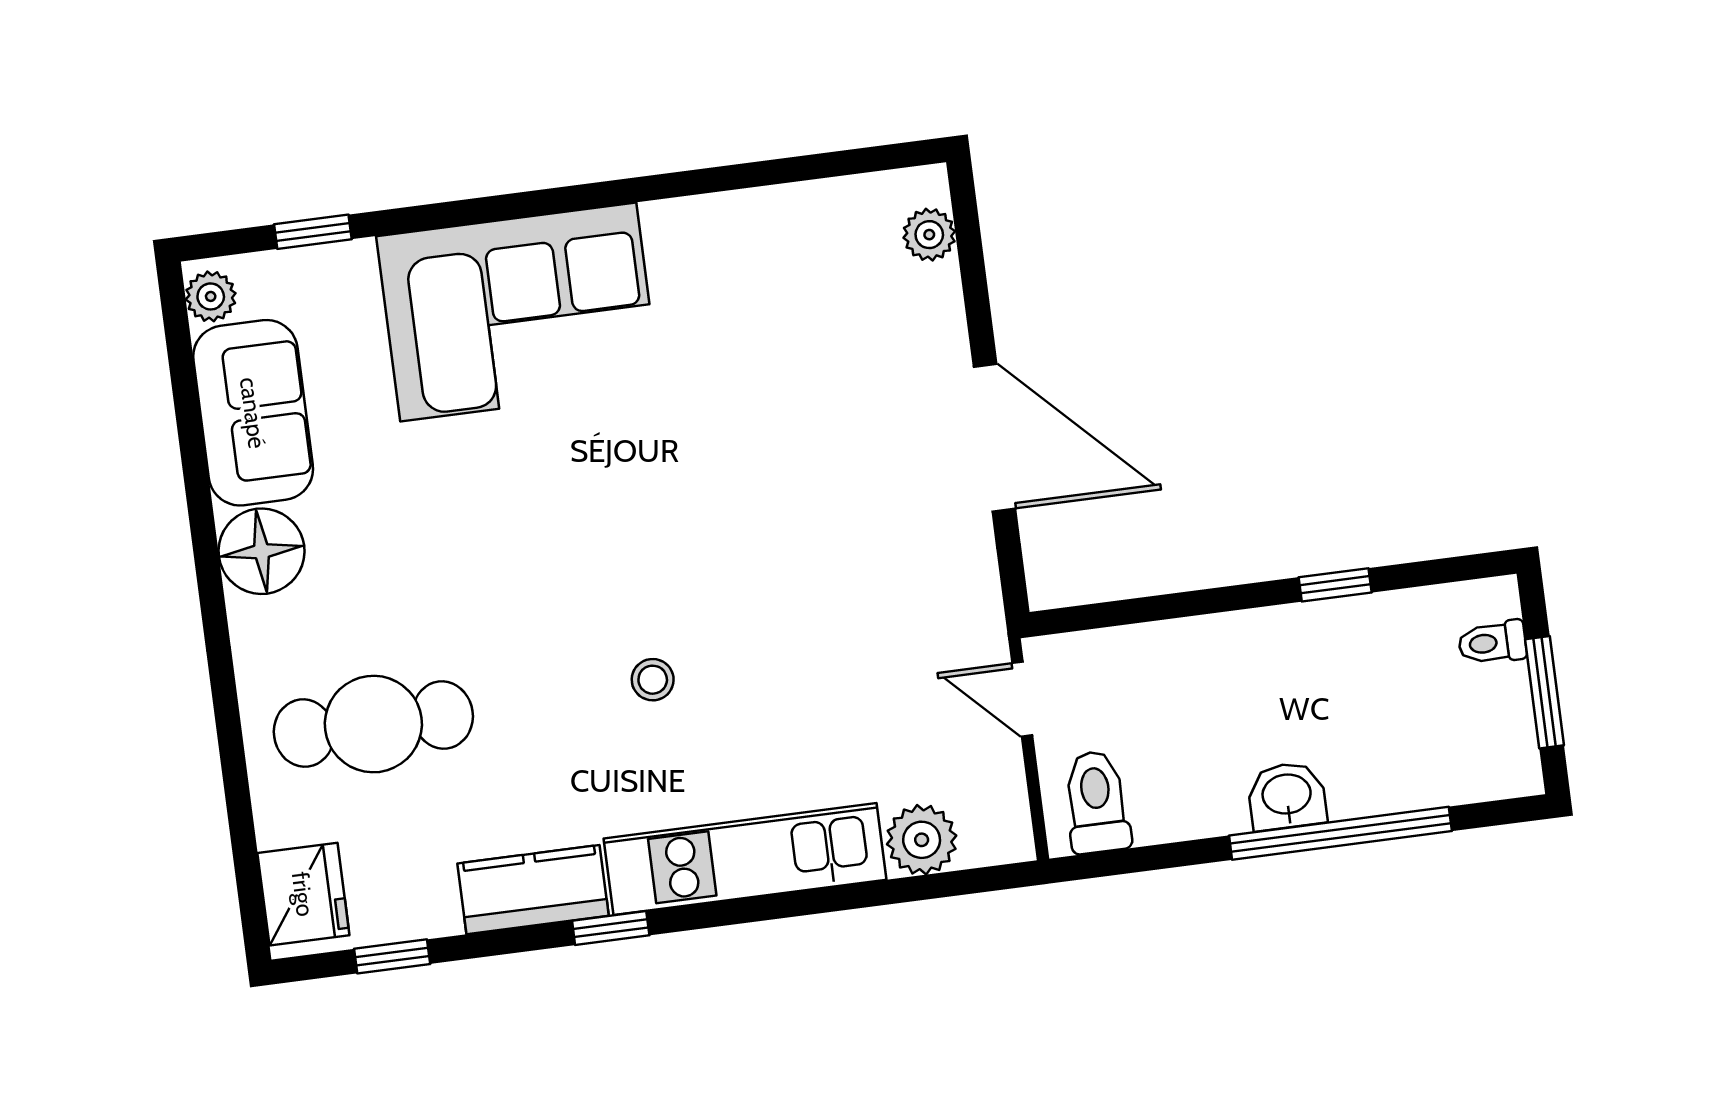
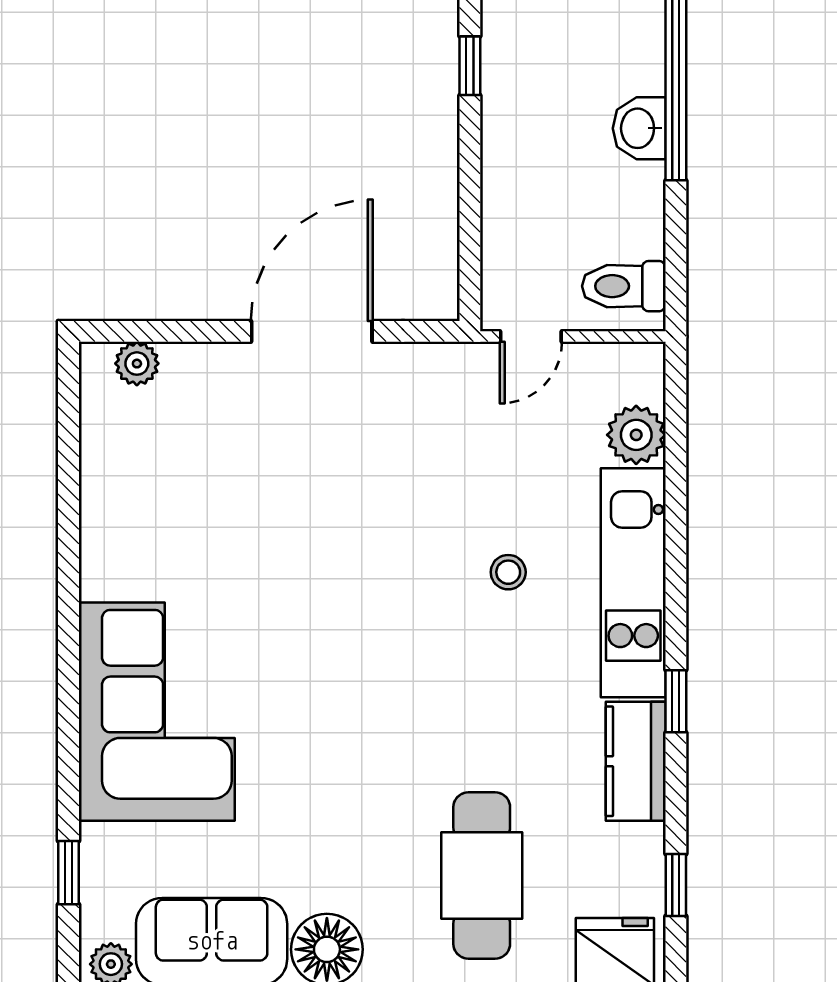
stool: (653, 680) -> (508, 572), moved

